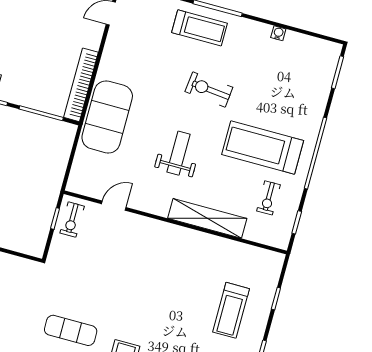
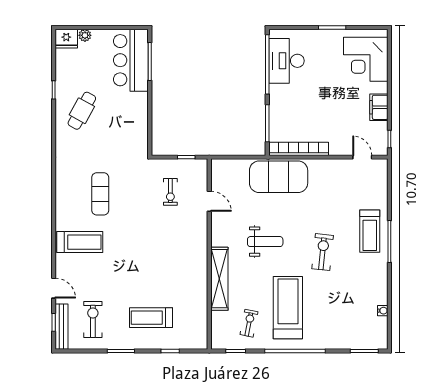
water cooler: (278, 33) -> (383, 311), moved
exercise bike: (269, 198) -> (249, 323), turned 101
exercise bike: (72, 220) -> (170, 192), moved, turned -90

